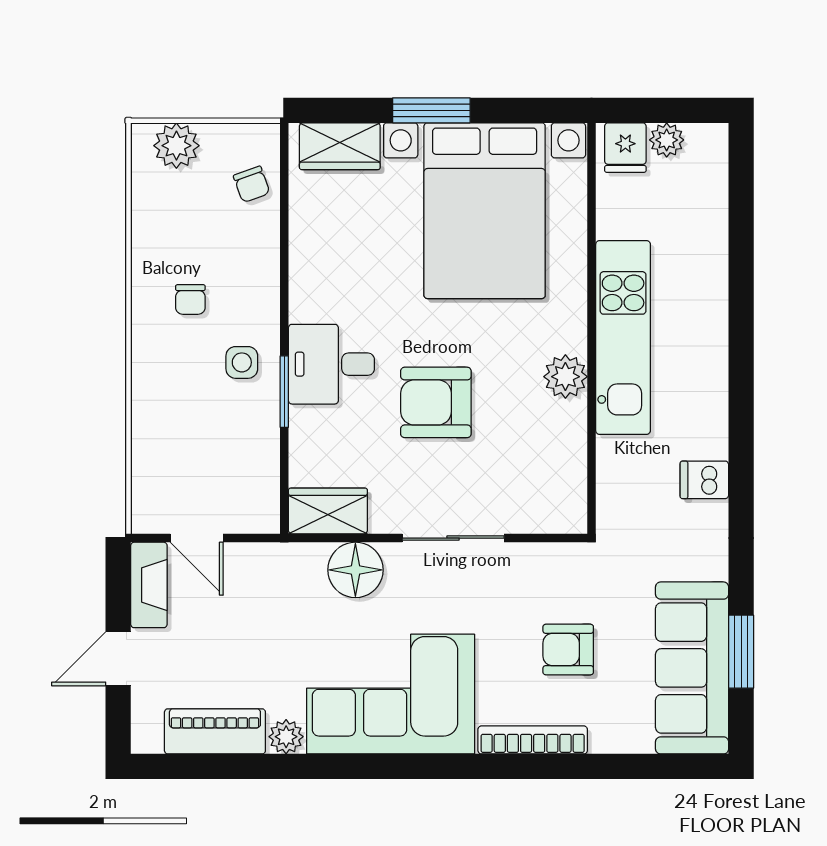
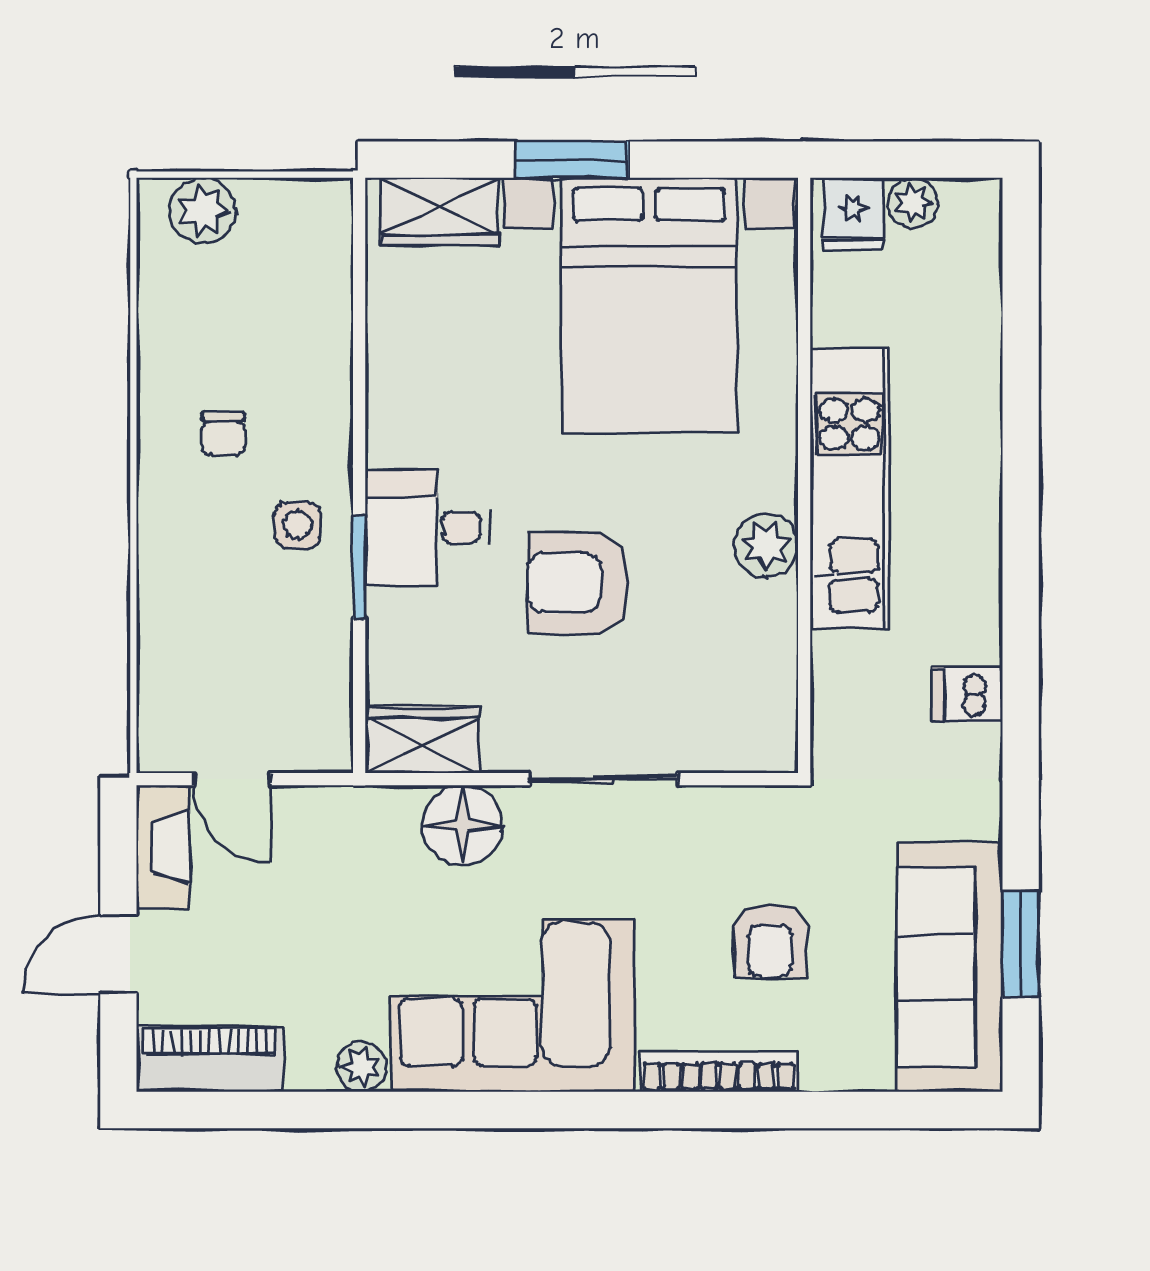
chair: (252, 184) -> (312, 267), removed
armchair: (568, 650) -> (770, 941), turned -90
piano: (215, 731) -> (210, 1059), moved

